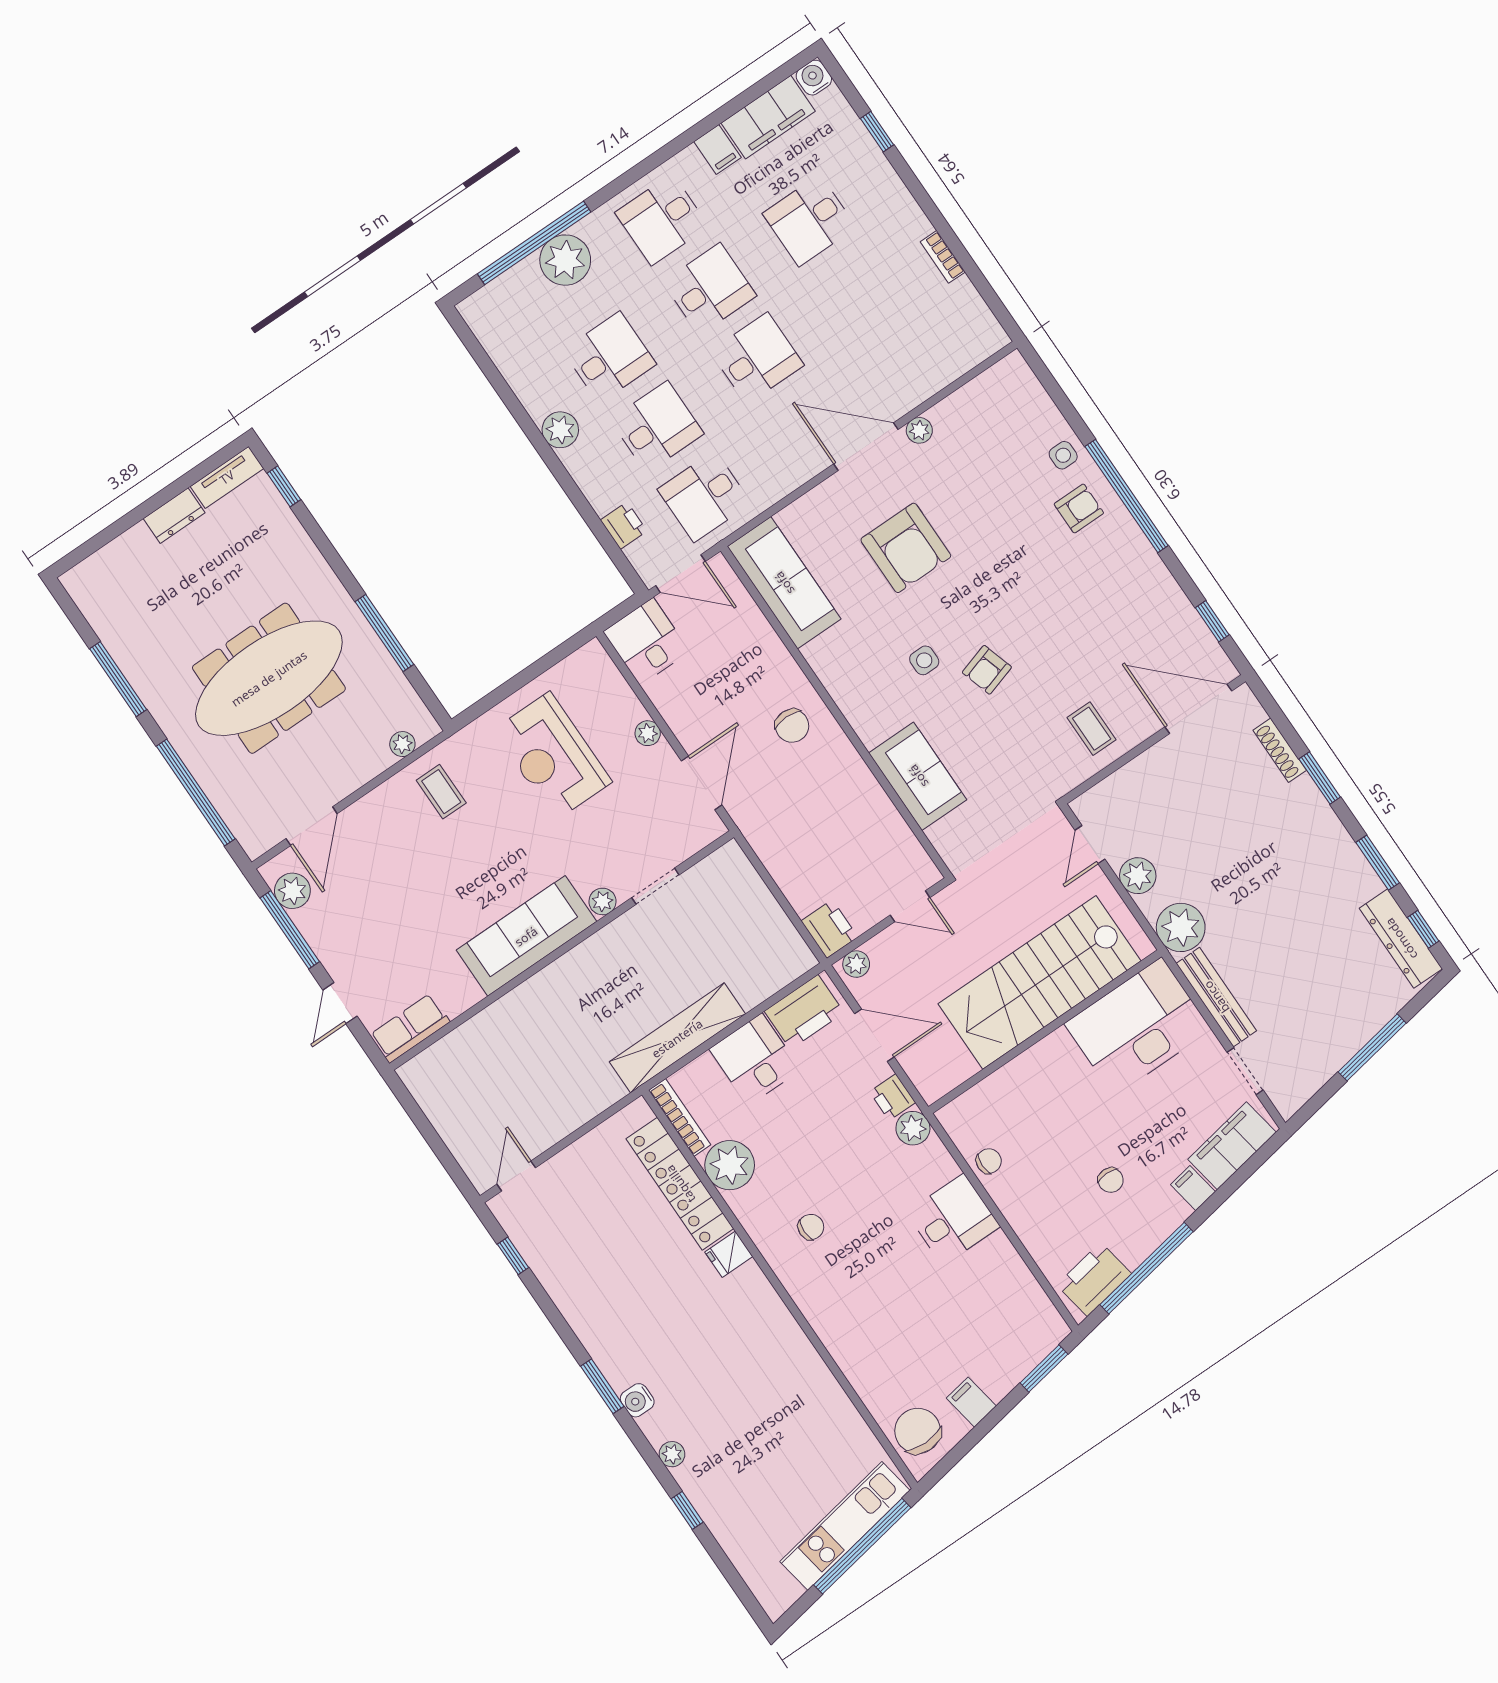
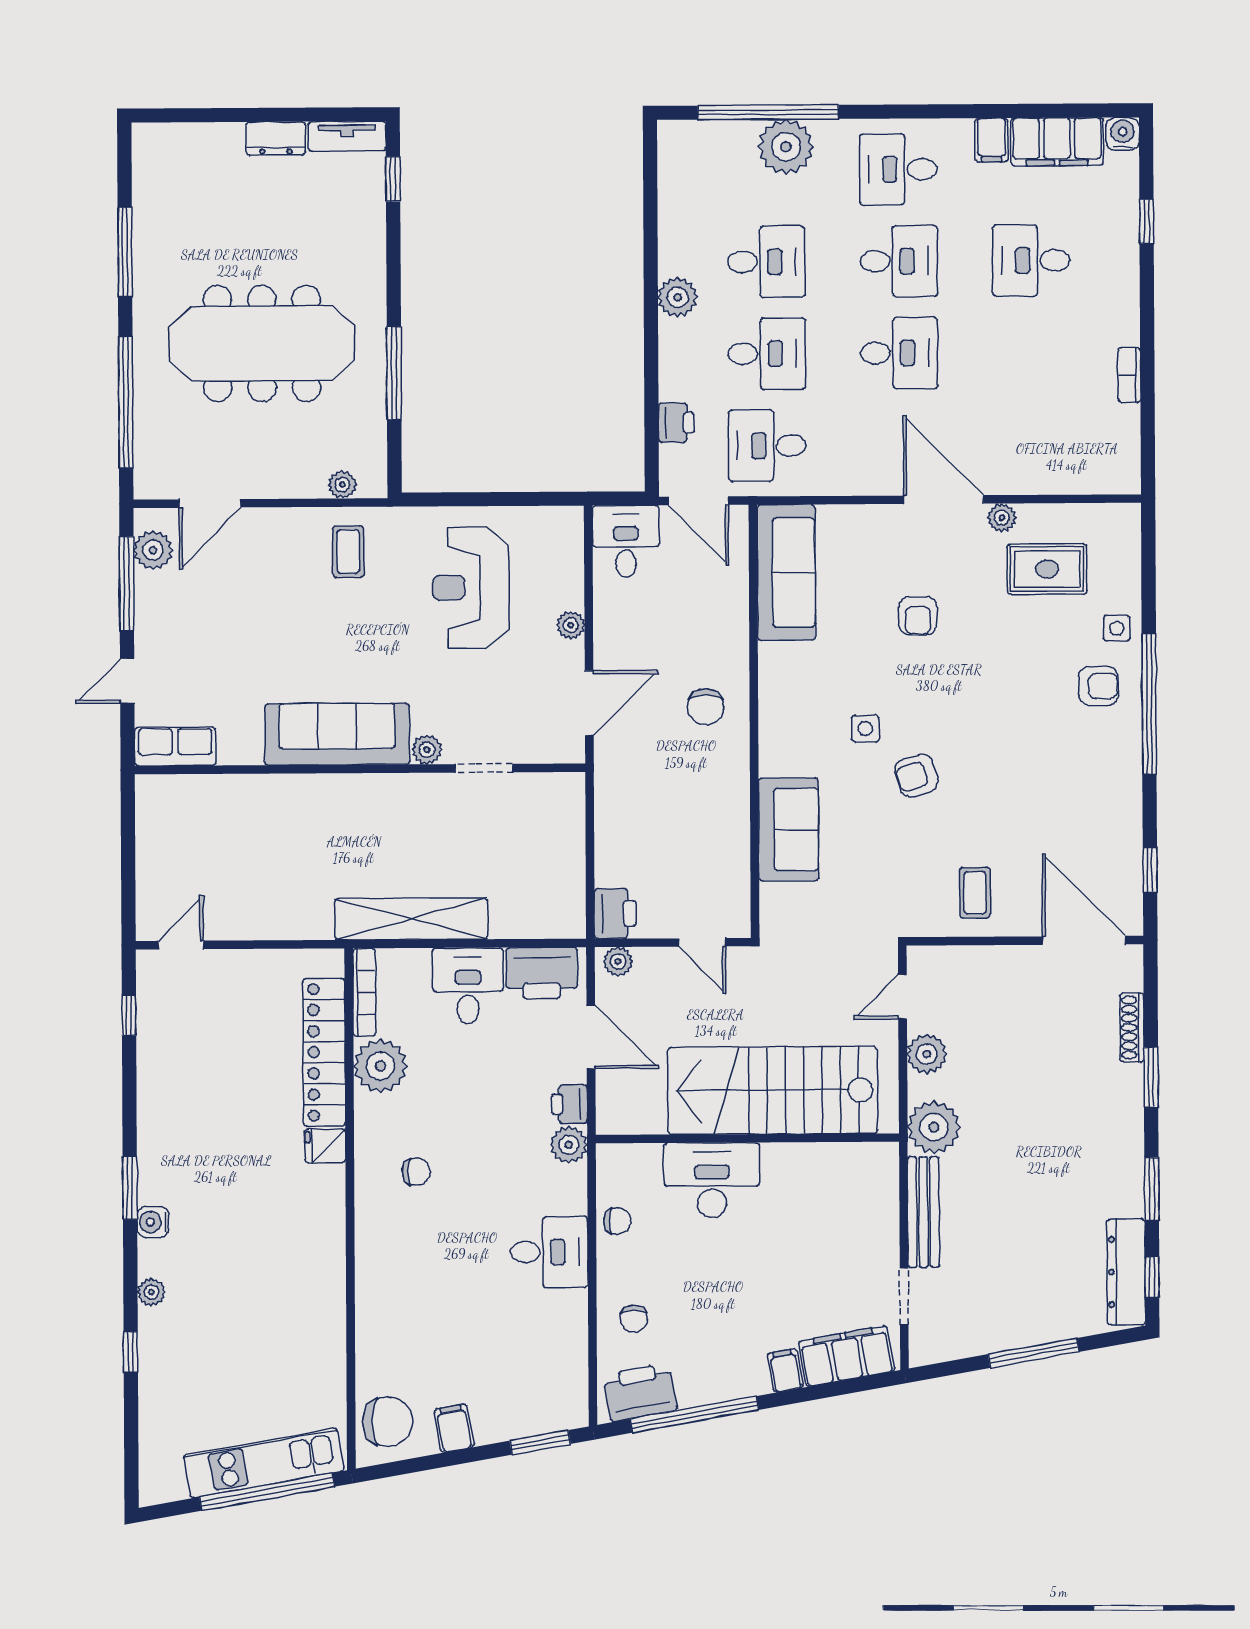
rug: (980, 446) -> (1047, 569), added
armchair: (906, 548) -> (918, 616), width x0.53, depth x0.53
desk: (1138, 1027) -> (712, 1180), moved, width x0.73, depth x0.77
chair: (1111, 1180) -> (634, 1319), moved
chair: (918, 1431) -> (388, 1421), turned 90

